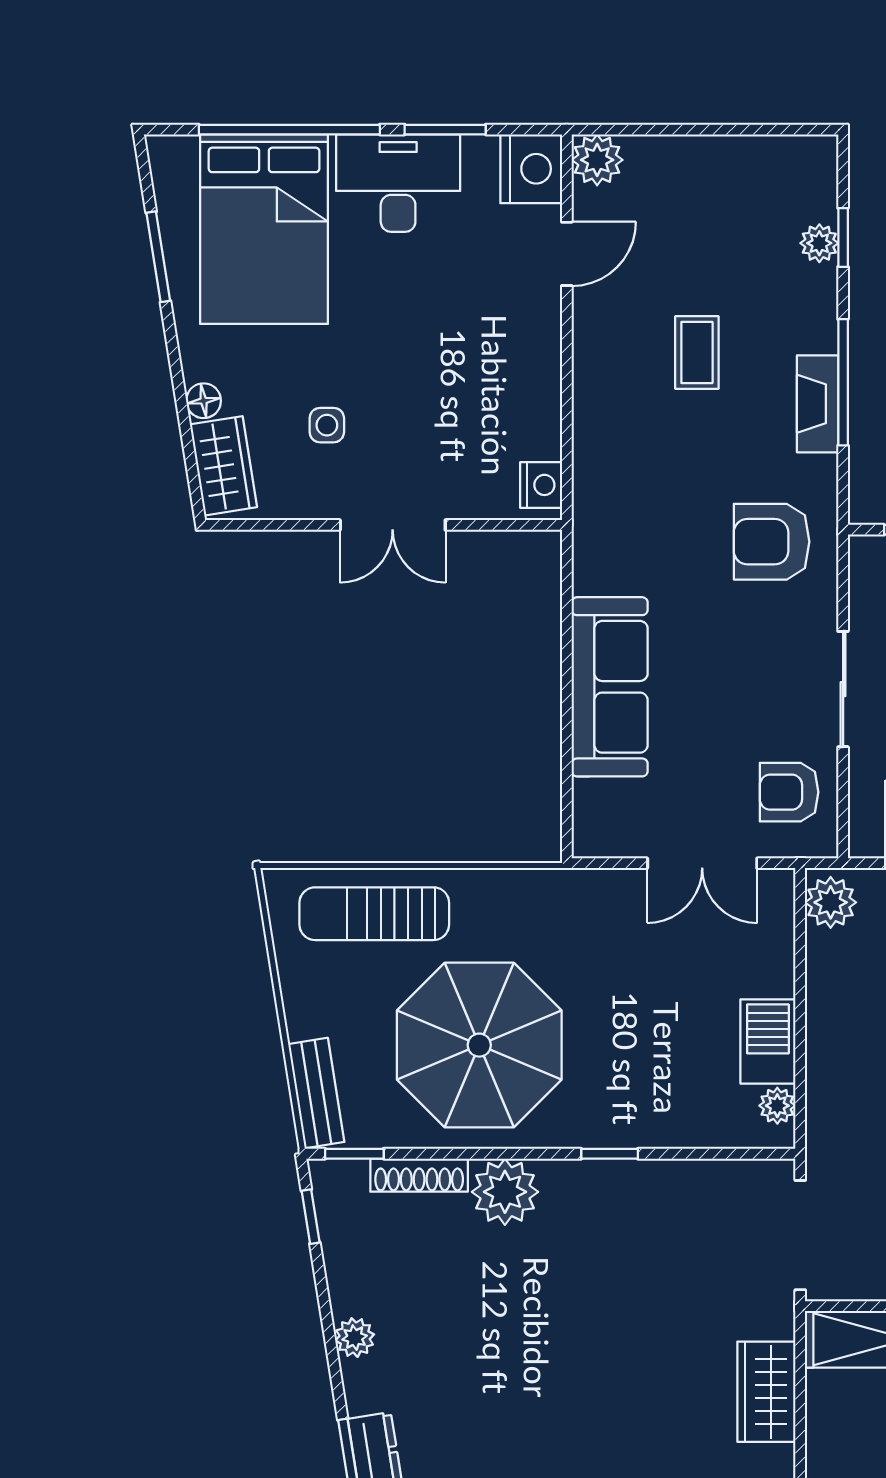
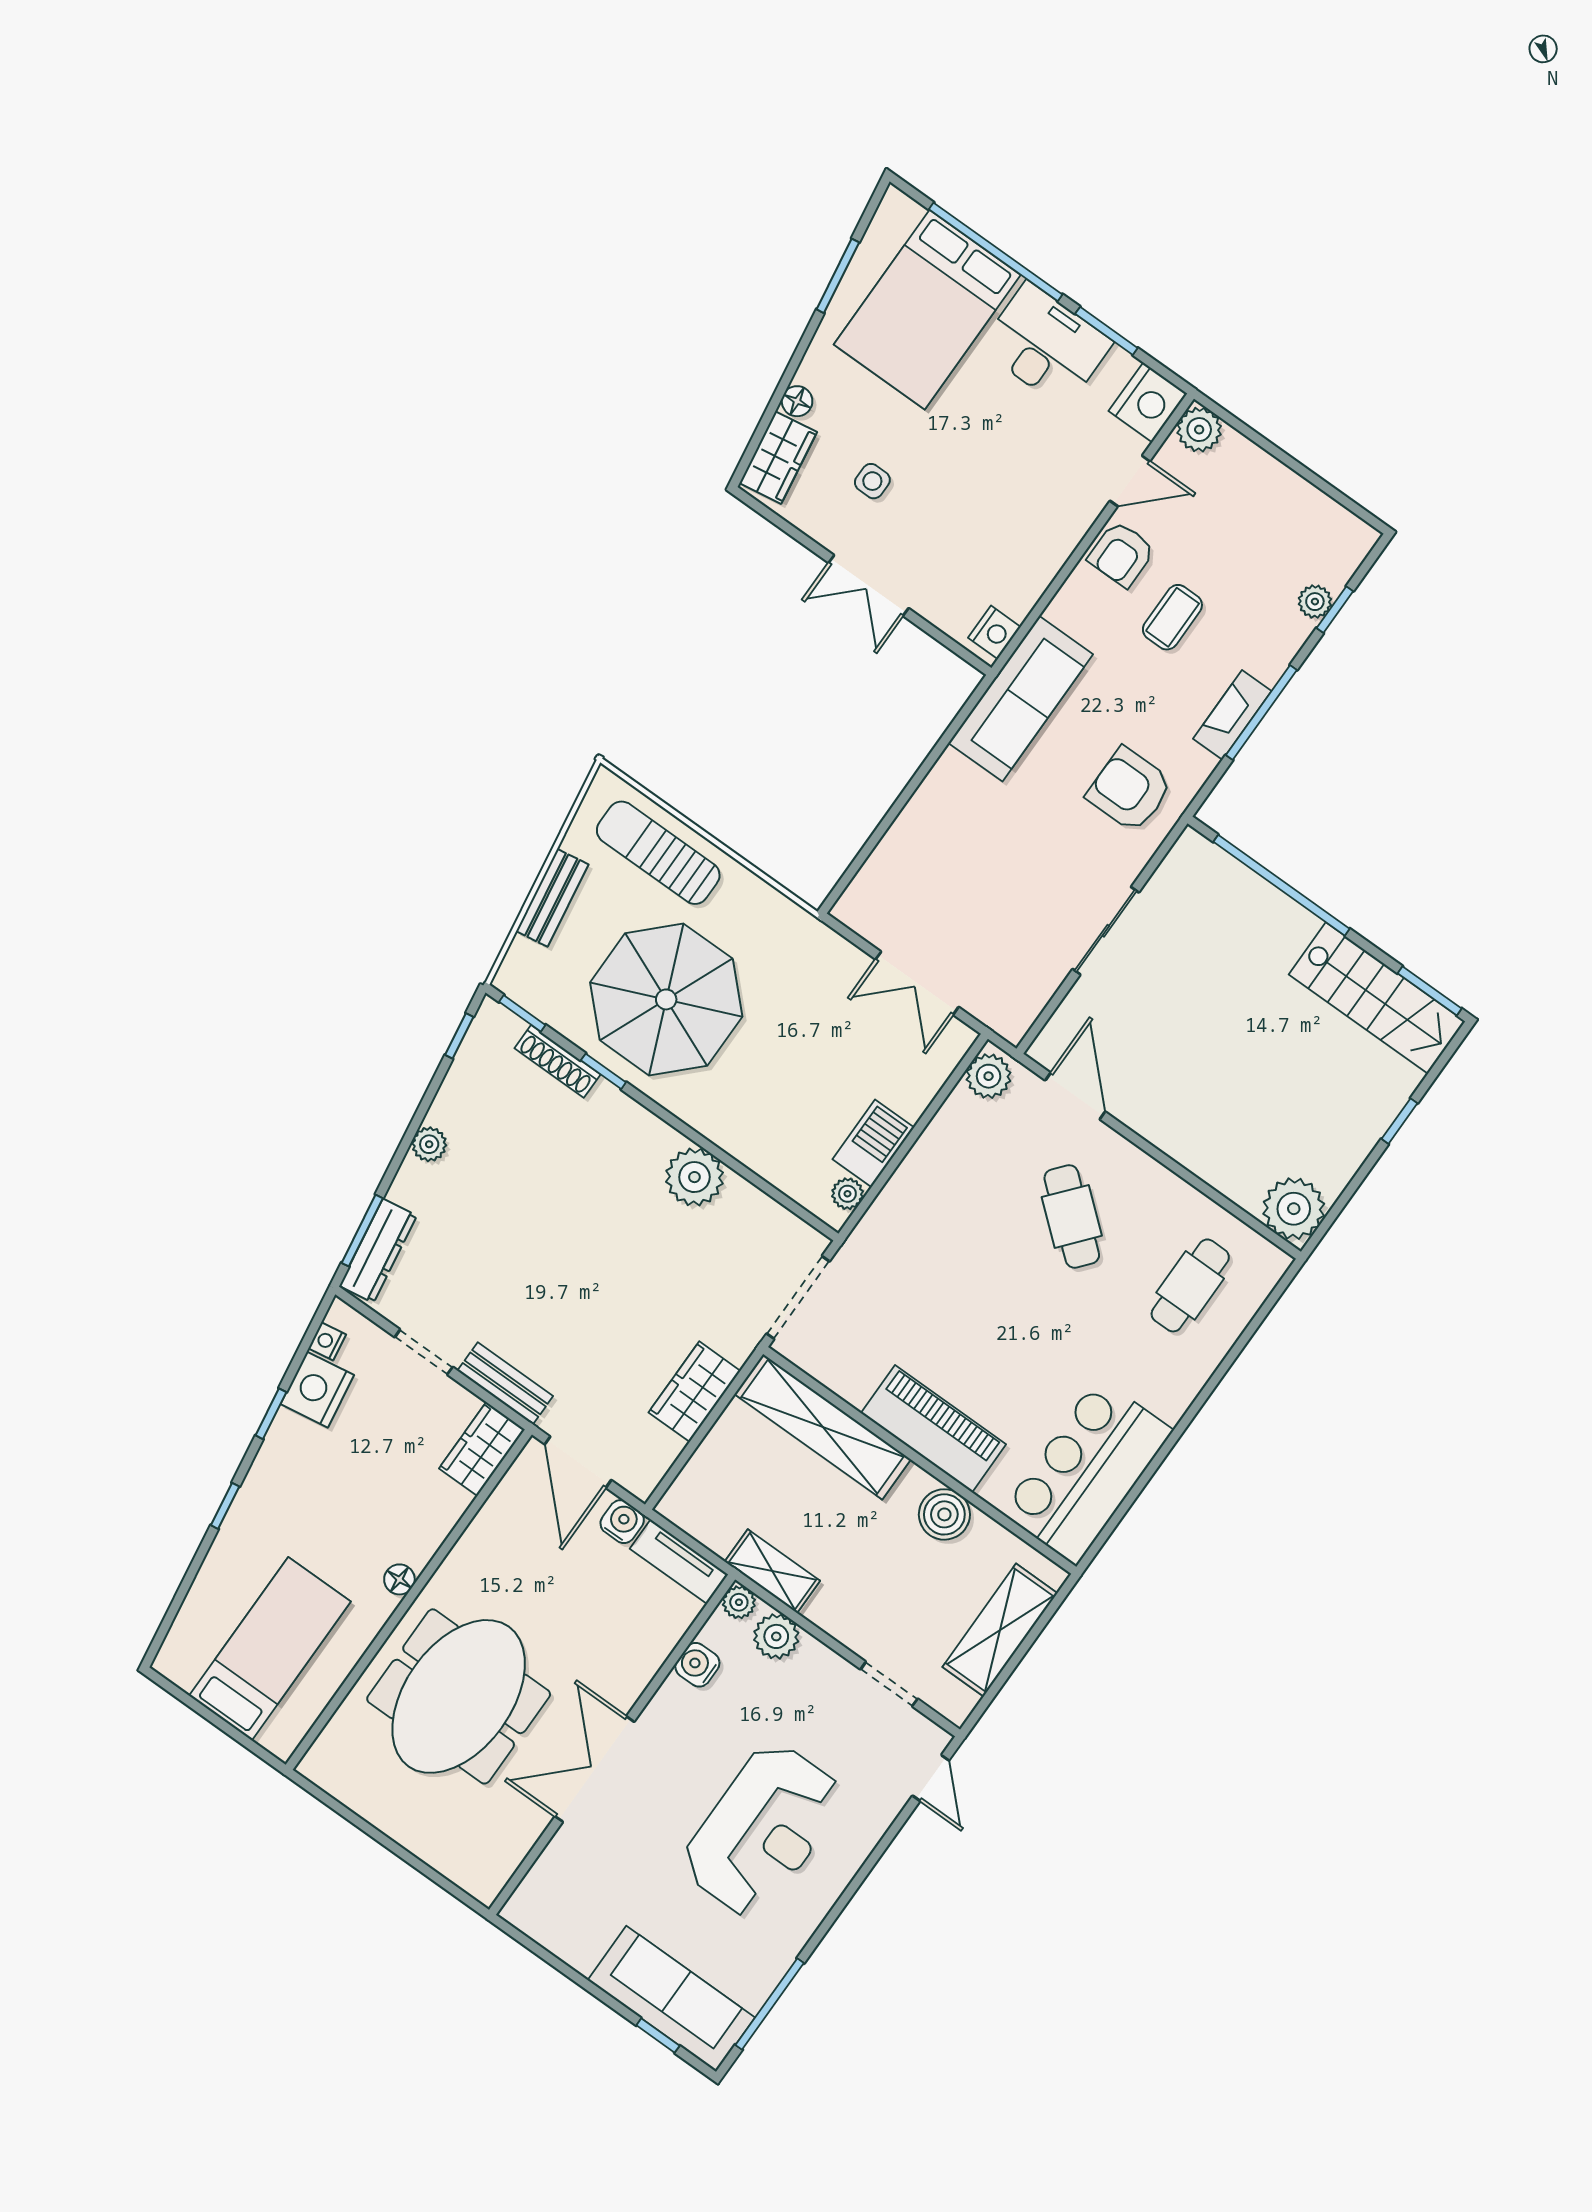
sofa: (610, 687) -> (1021, 699), moved
armchair: (789, 792) -> (1121, 554), moved, turned -90
bench: (316, 1093) -> (552, 898), moved
window: (610, 1154) -> (603, 1071), moved
plant: (505, 1192) -> (694, 1177), moved

